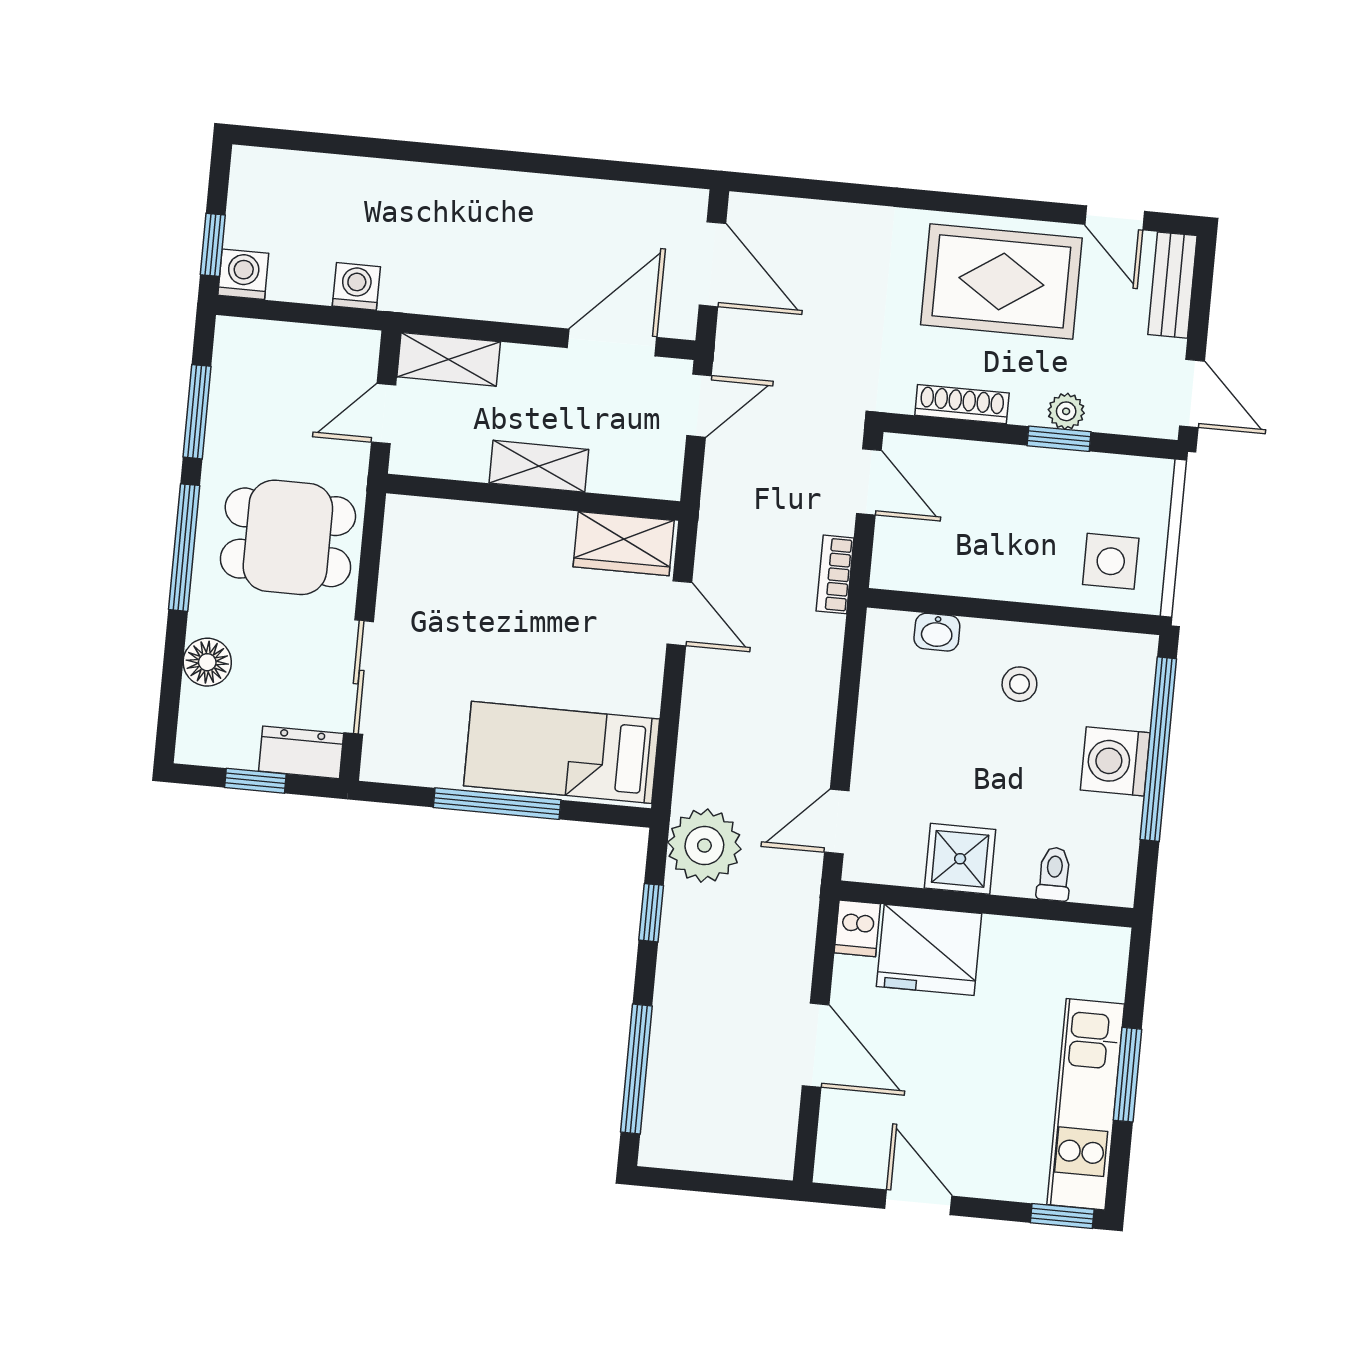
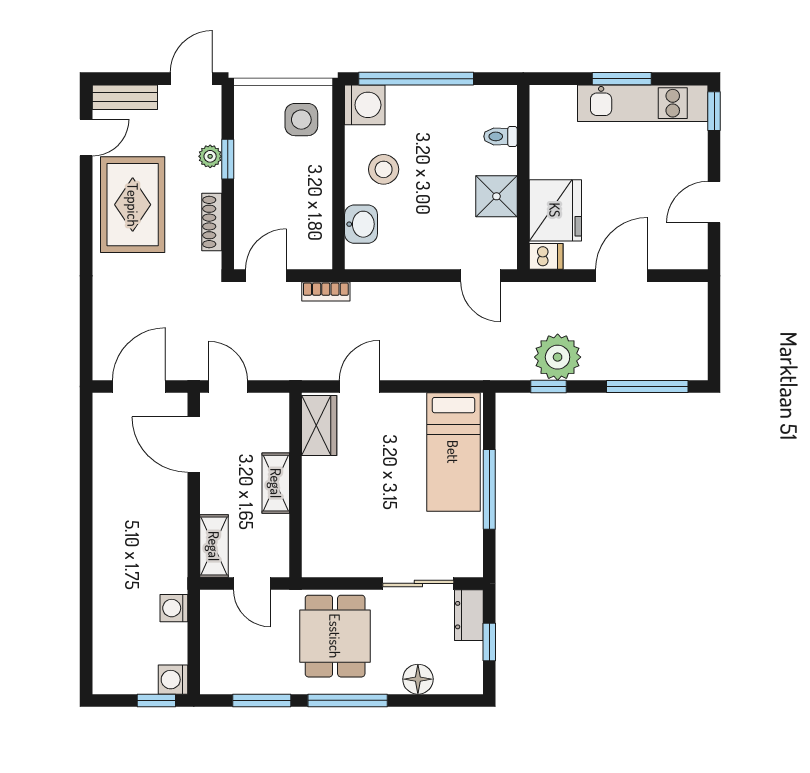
washbasin: (937, 632) -> (361, 224), width x1.38, depth x1.45
stool: (1019, 684) -> (384, 169), width x1.37, depth x1.37
washing machine: (1115, 761) -> (365, 105), moved, turned -90
plant: (704, 846) -> (558, 357), moved

